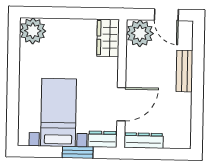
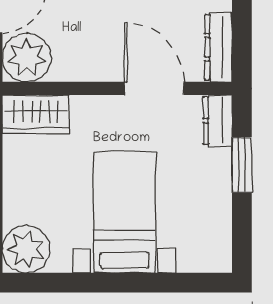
bed with nightstands: (58, 113) -> (124, 212), moved, turned 90

